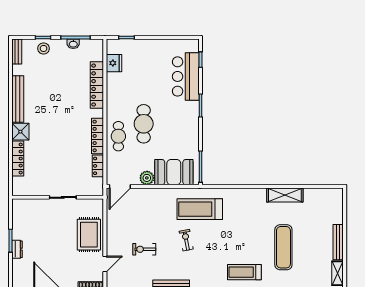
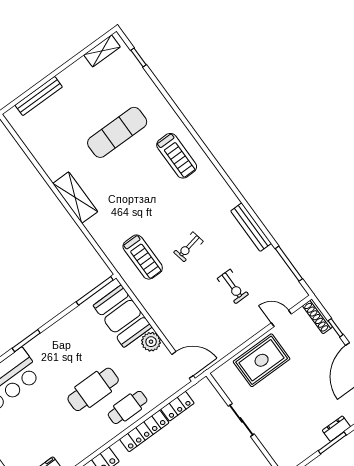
shelving: (285, 195) -> (75, 198), moved
treadmill: (200, 209) -> (143, 257), width x0.73, depth x0.73
bench: (338, 242) -> (39, 96), moved

